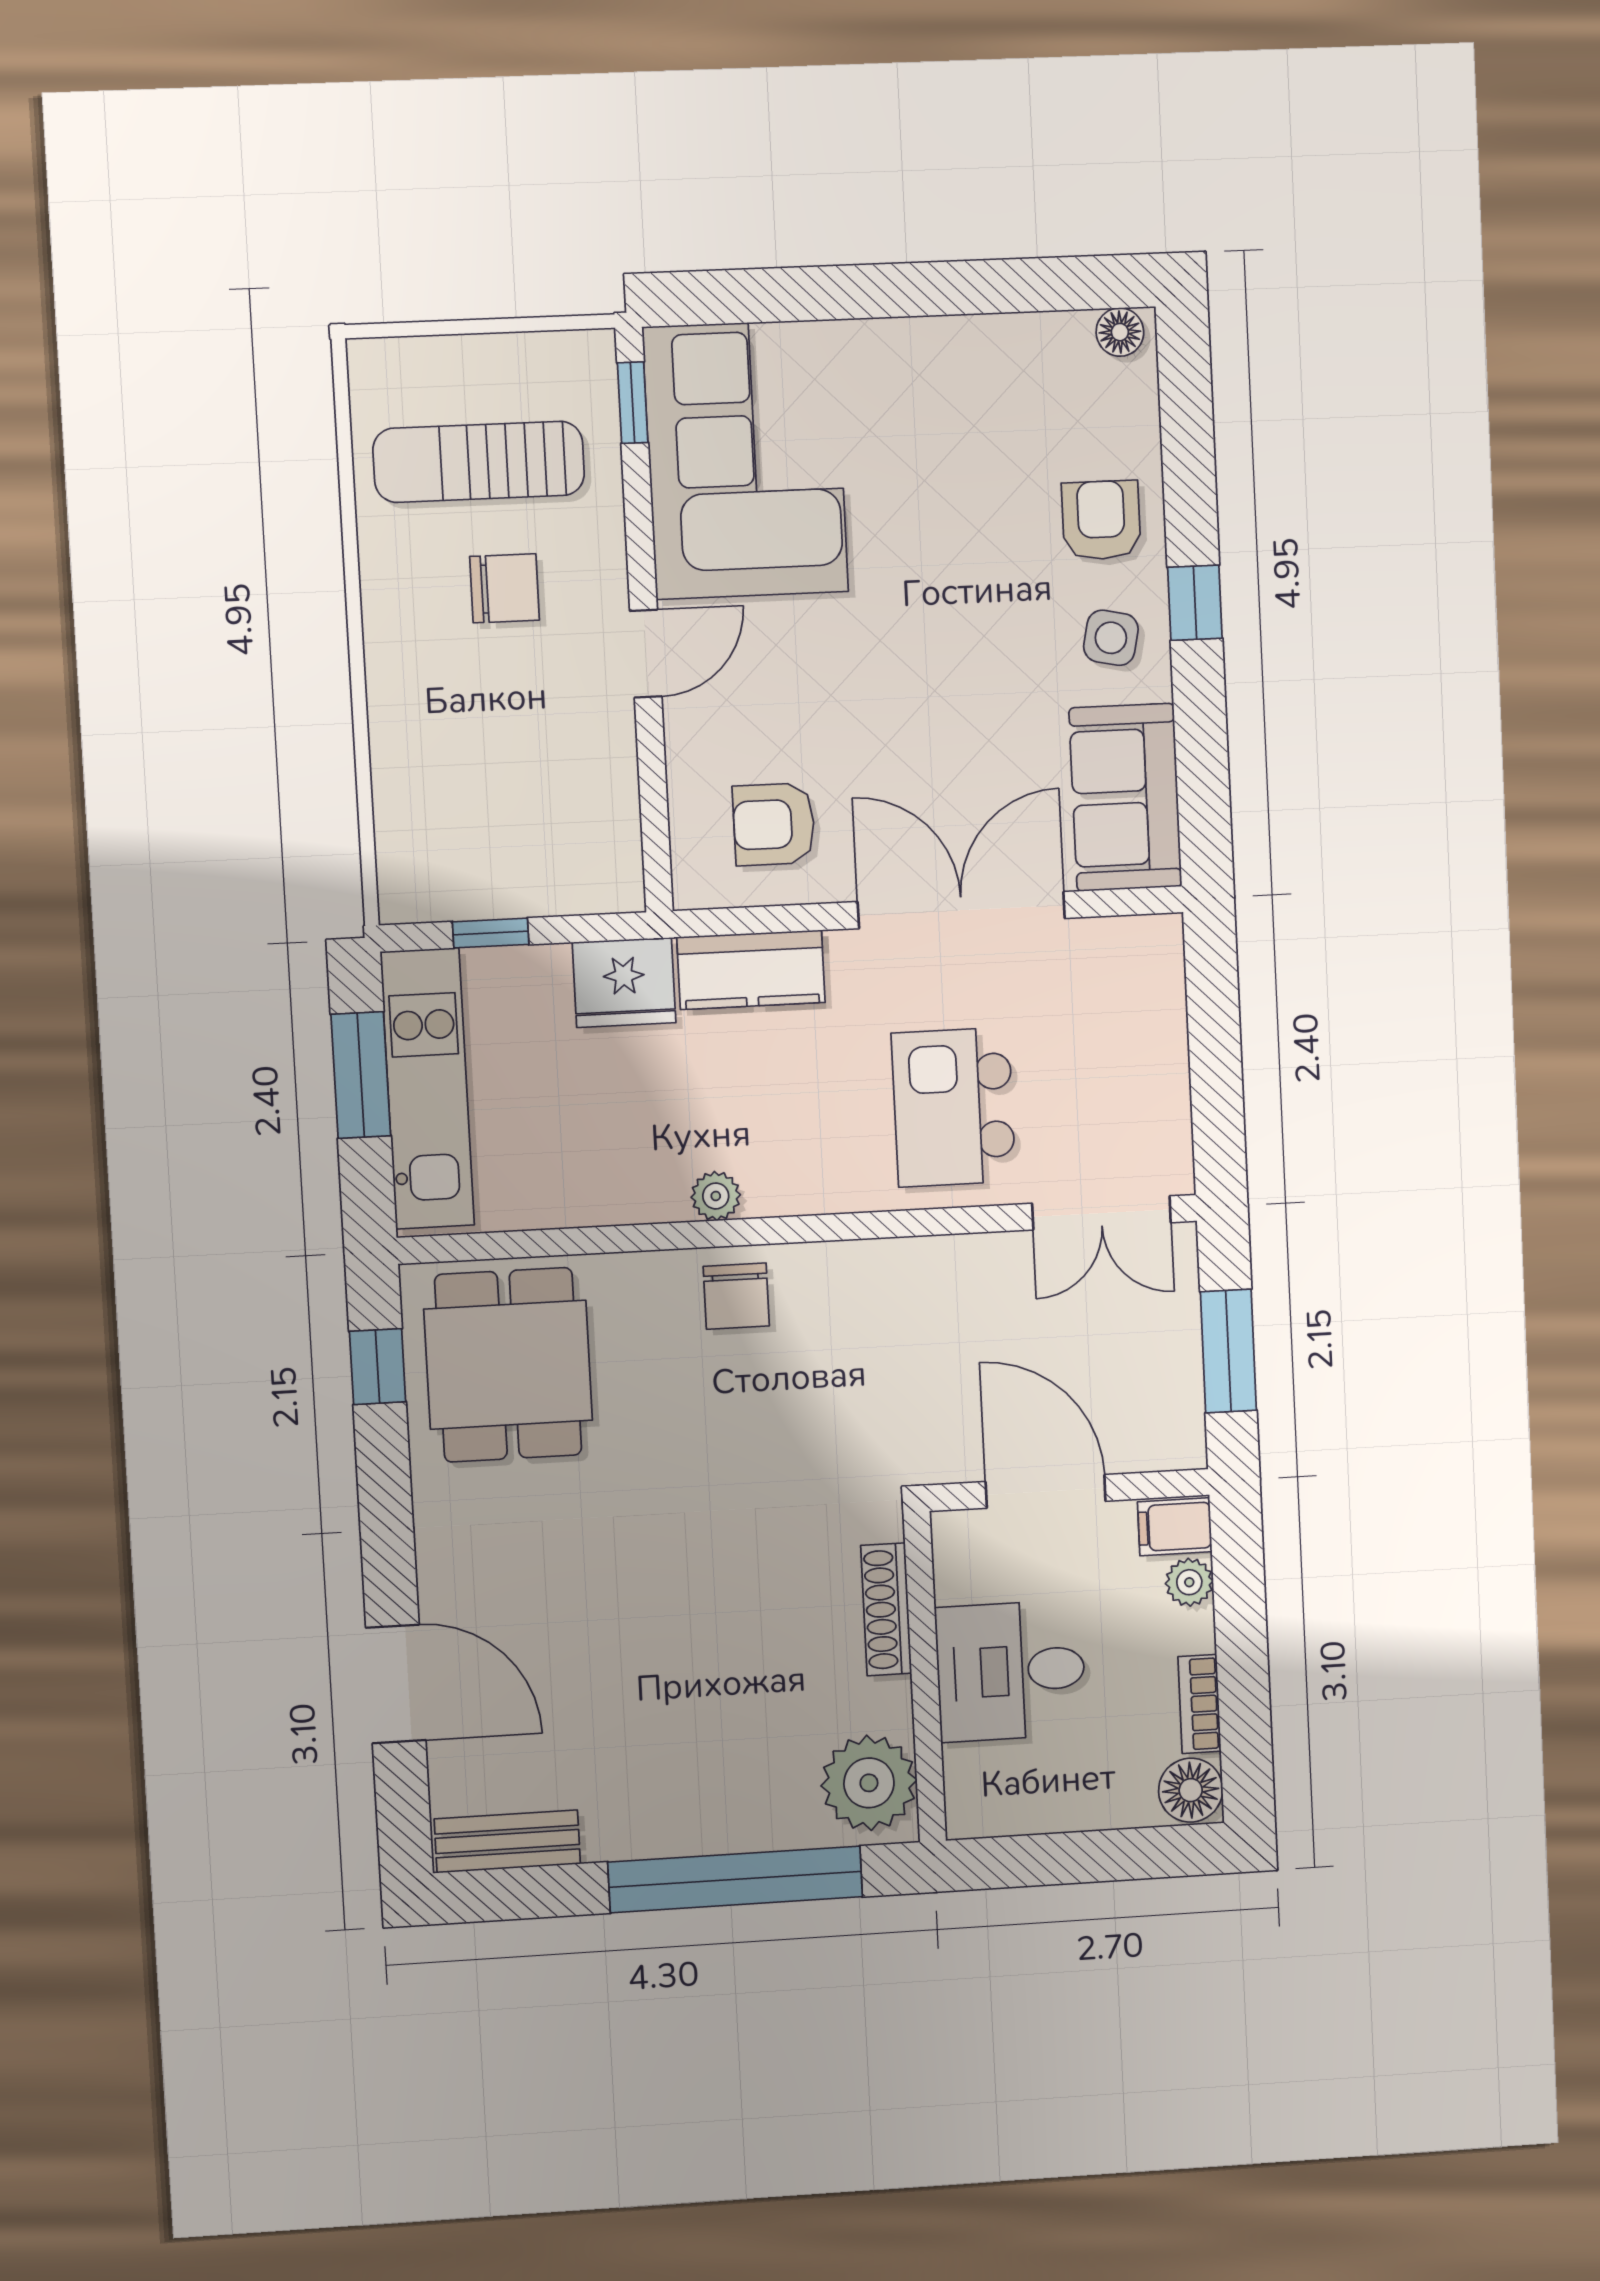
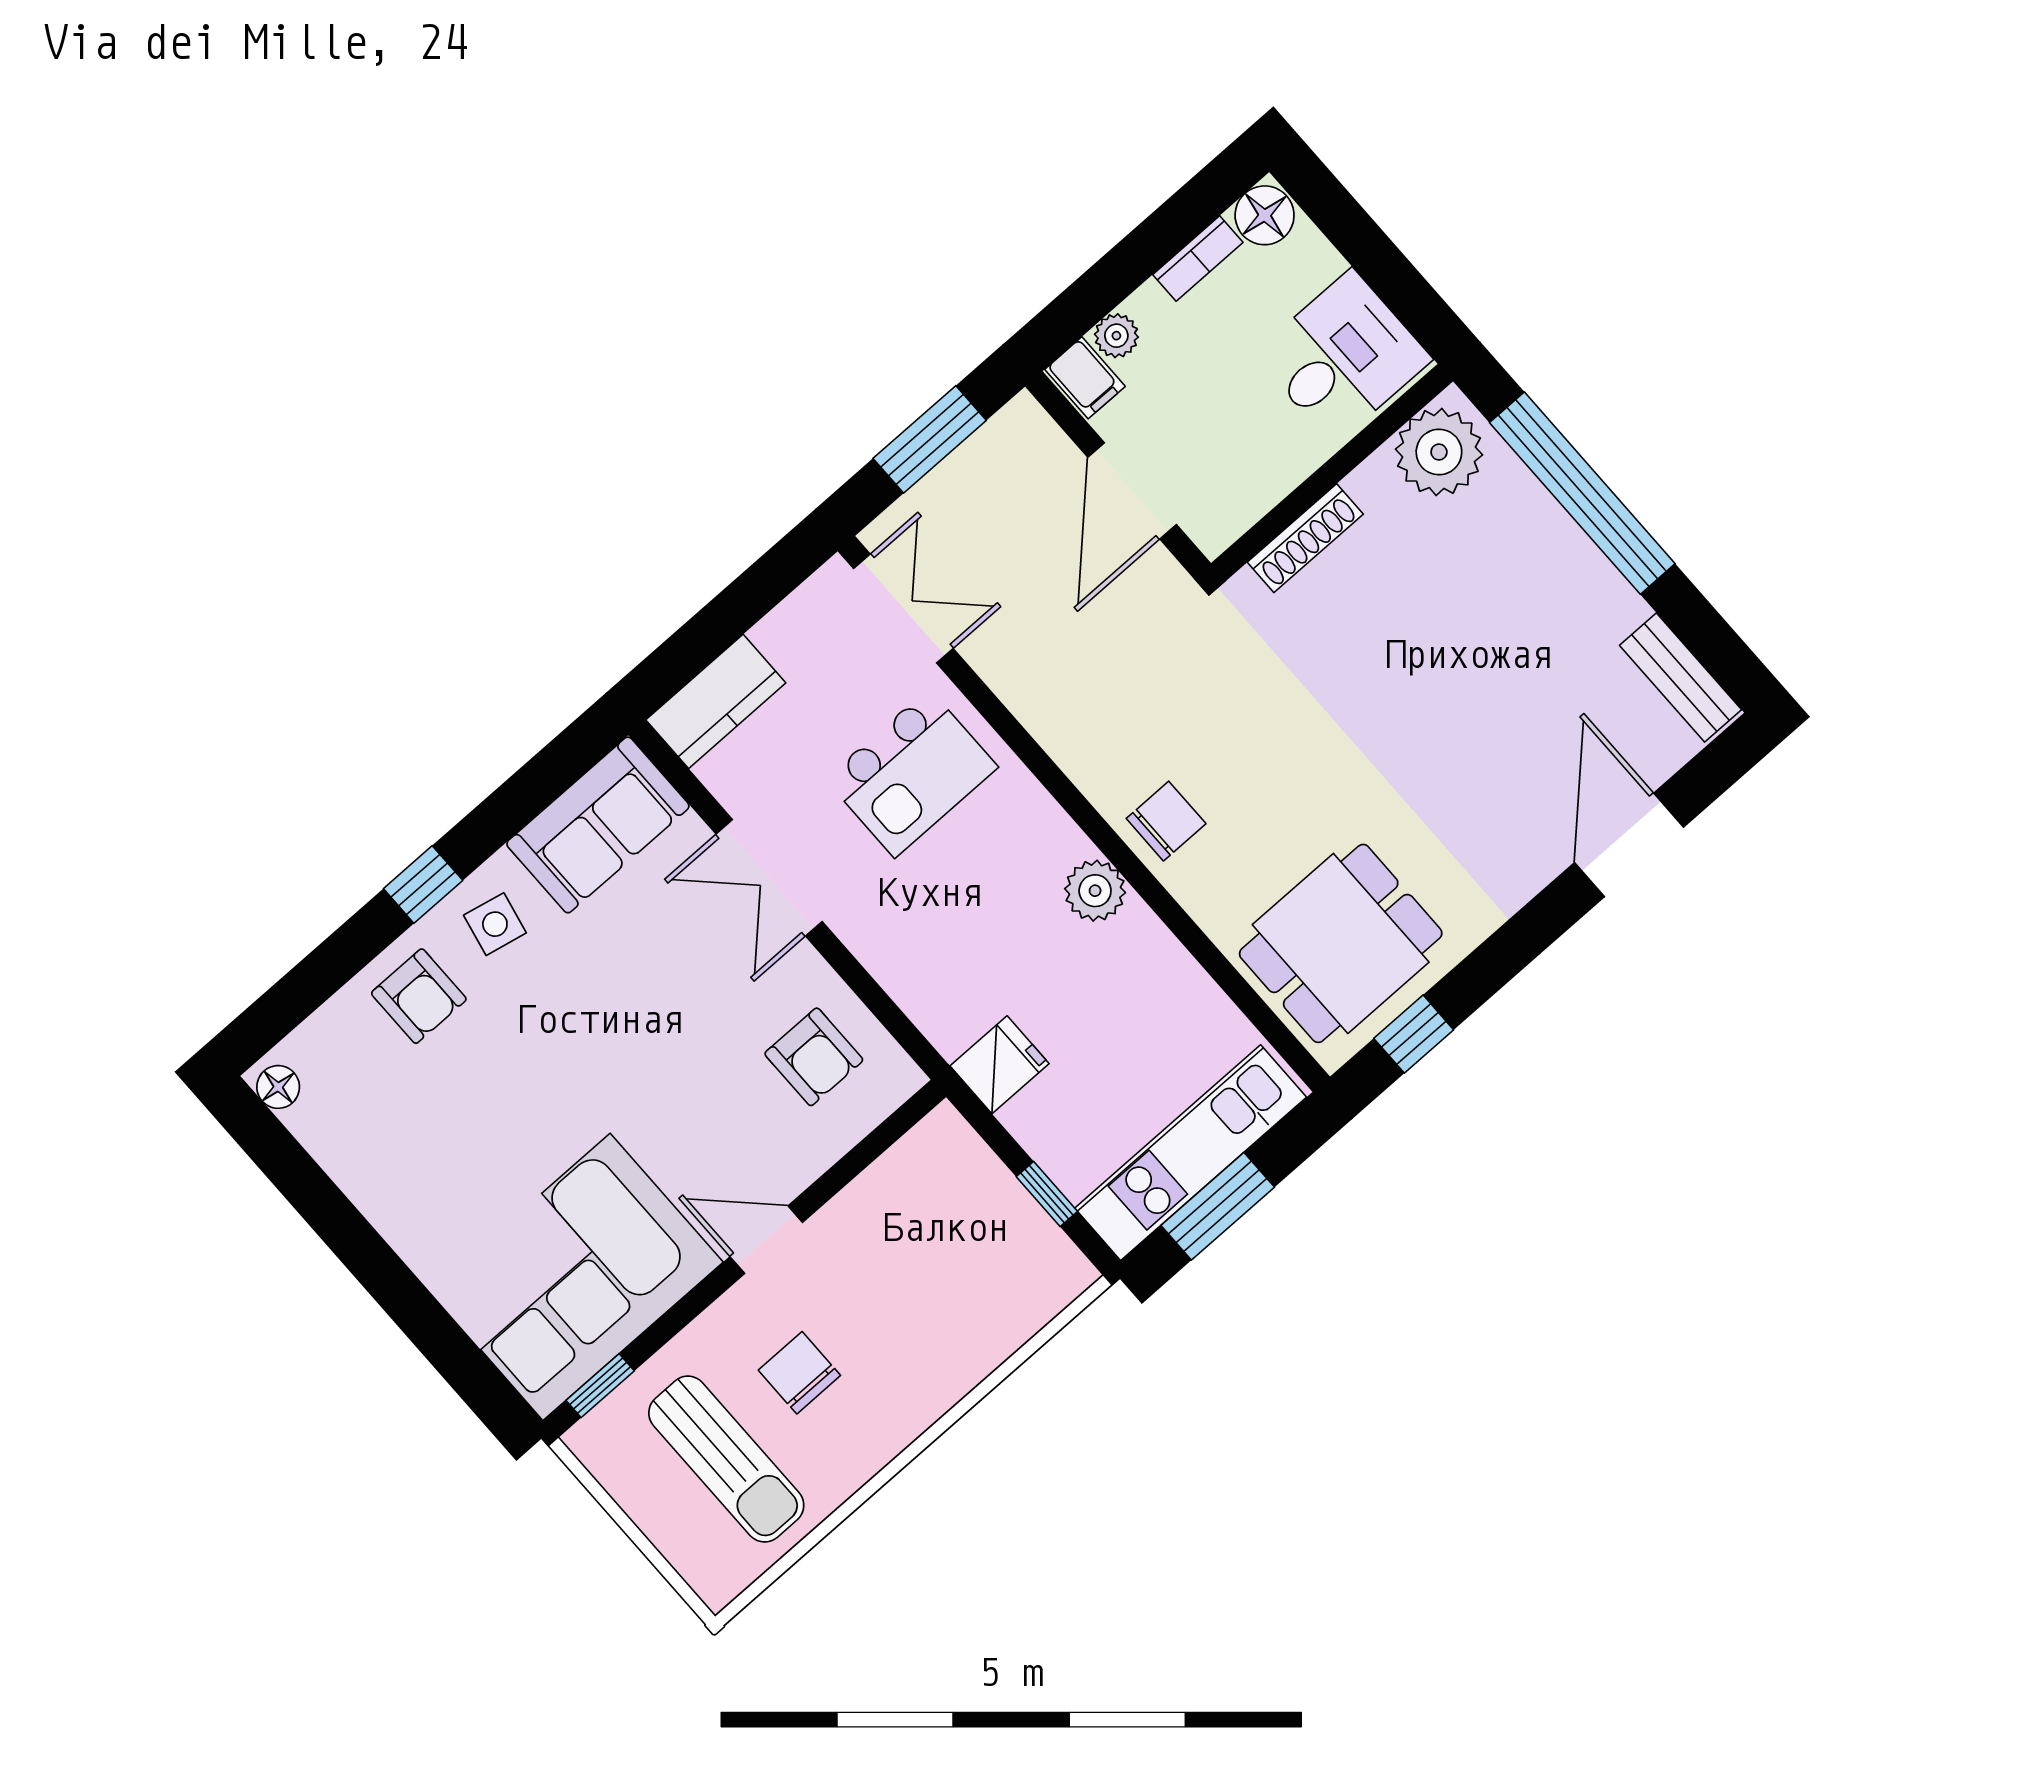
armchair: (1101, 520) -> (419, 996), turned -90
double door: (961, 910) -> (769, 878), width x0.73
kitchen counter: (751, 970) -> (716, 701), moved, turned 90
fridge: (624, 982) -> (1000, 1065), width x0.72
plant: (716, 1196) -> (1095, 891), width x1.38, depth x1.38
desk: (1011, 1671) -> (1343, 357), moved, turned -90

